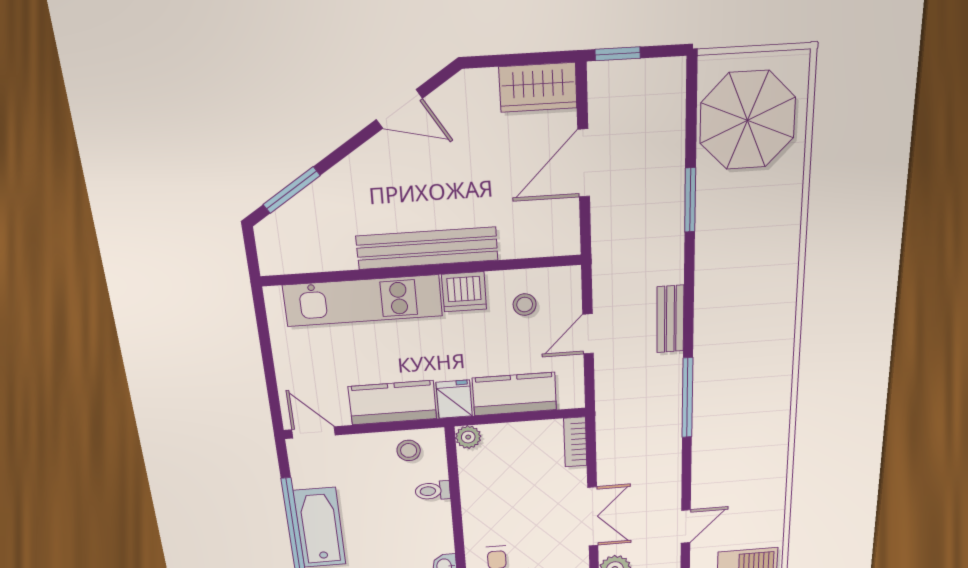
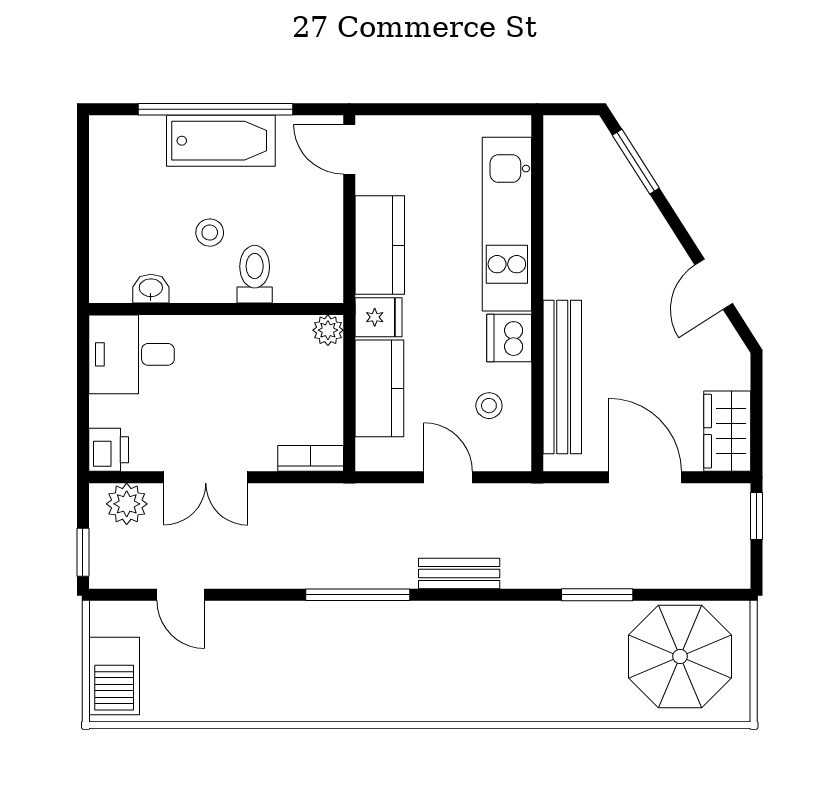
bench: (427, 248) -> (562, 377), moved
door: (314, 432) -> (349, 149), swing flipped
stool: (409, 450) -> (210, 233), moved
toilet: (433, 491) -> (255, 274), width x1.37, depth x1.39

